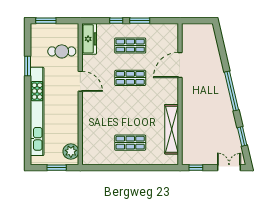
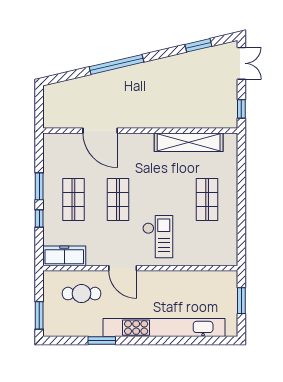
cafe table: (62, 51) -> (82, 294), turned 90
door: (80, 81) -> (123, 268), swing flipped
window: (232, 91) -> (116, 64), moved
checkout: (103, 107) -> (158, 237), added
plant: (71, 152) -> (219, 281), removed
double door: (229, 168) -> (241, 63), swing flipped

